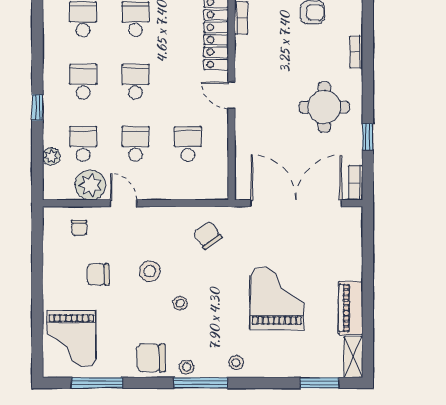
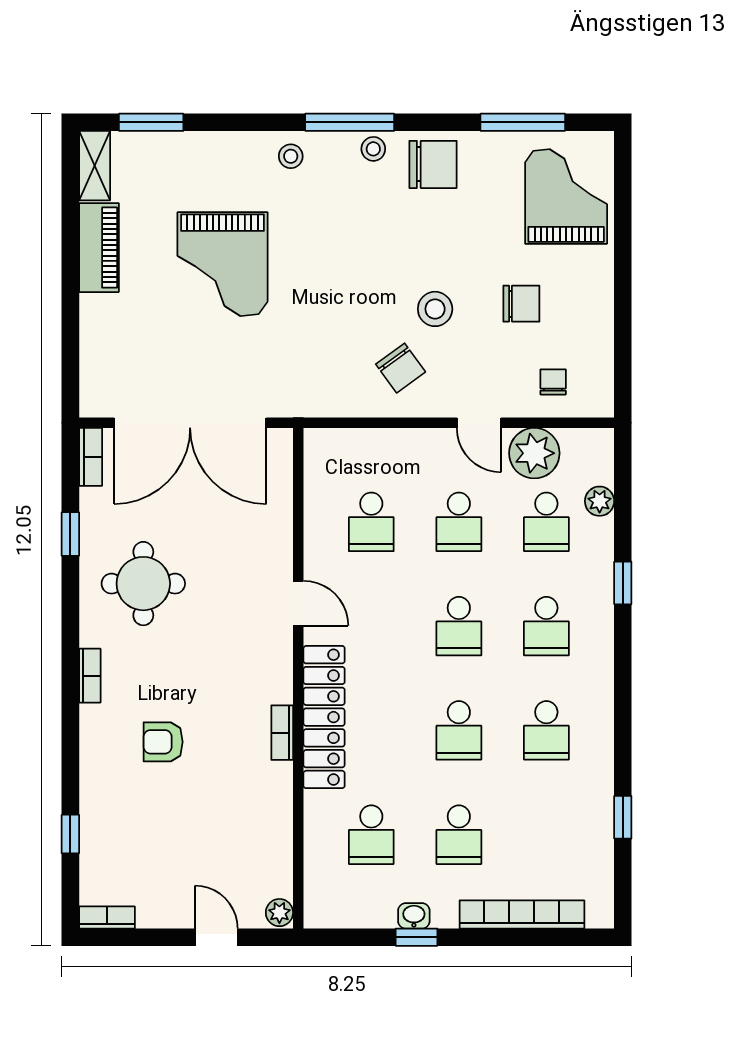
chair: (207, 235) -> (401, 368), moved
stool: (180, 303) -> (384, 256), removed

